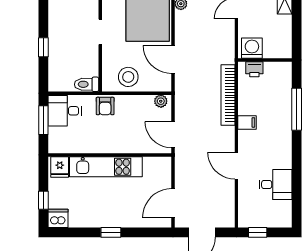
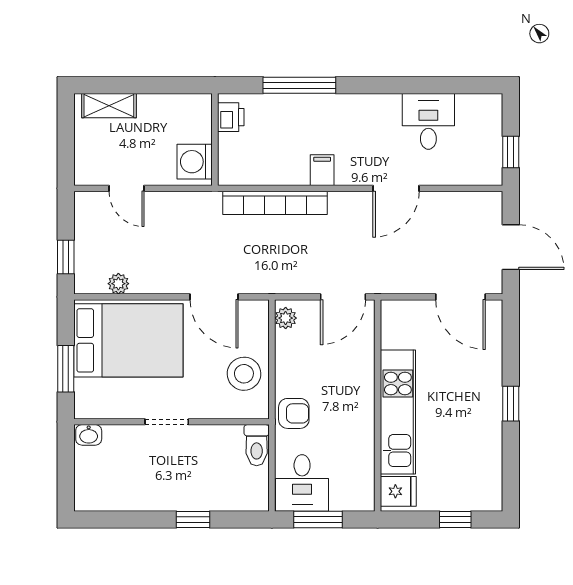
door: (173, 59) -> (214, 297), hinge flipped
printer: (254, 69) -> (231, 117), moved
dishwasher: (58, 218) -> (487, 494), removed

